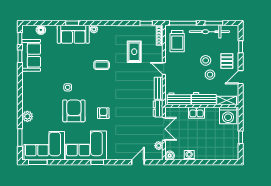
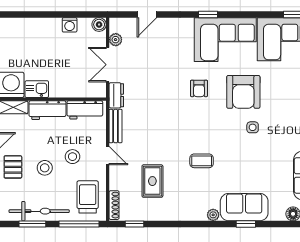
stool: (210, 75) -> (72, 157), moved
kitchen sink: (196, 113) -> (37, 89), moved

